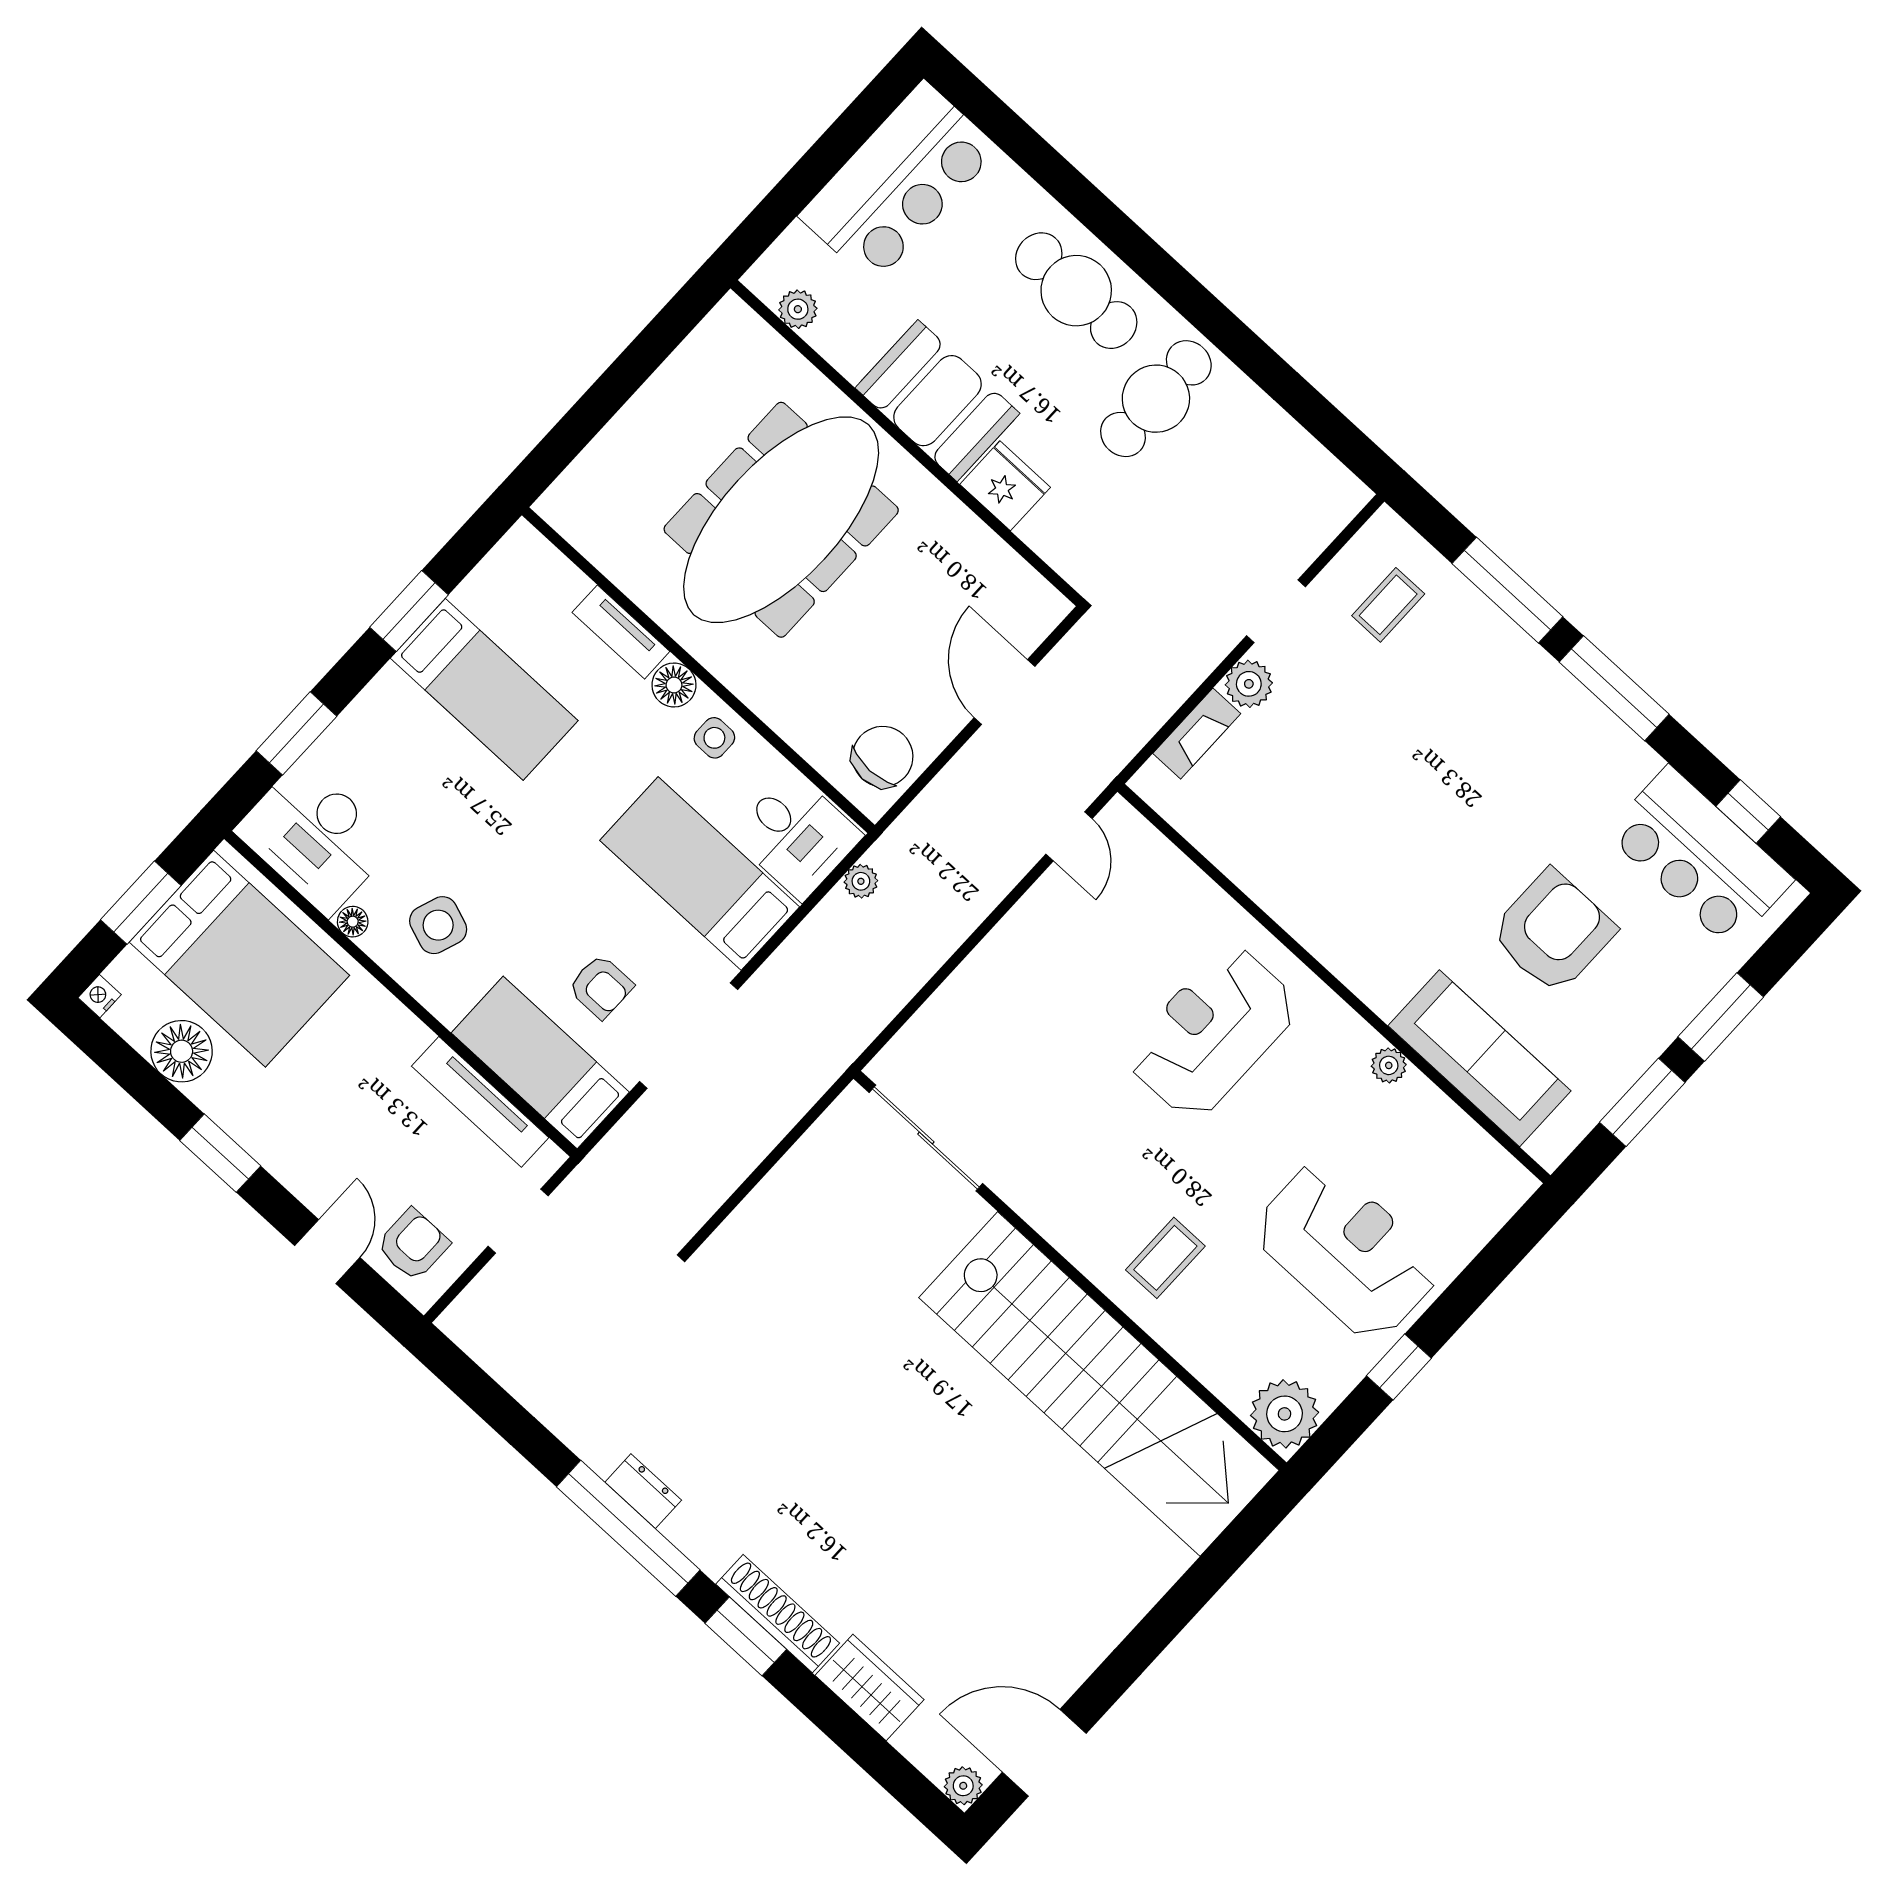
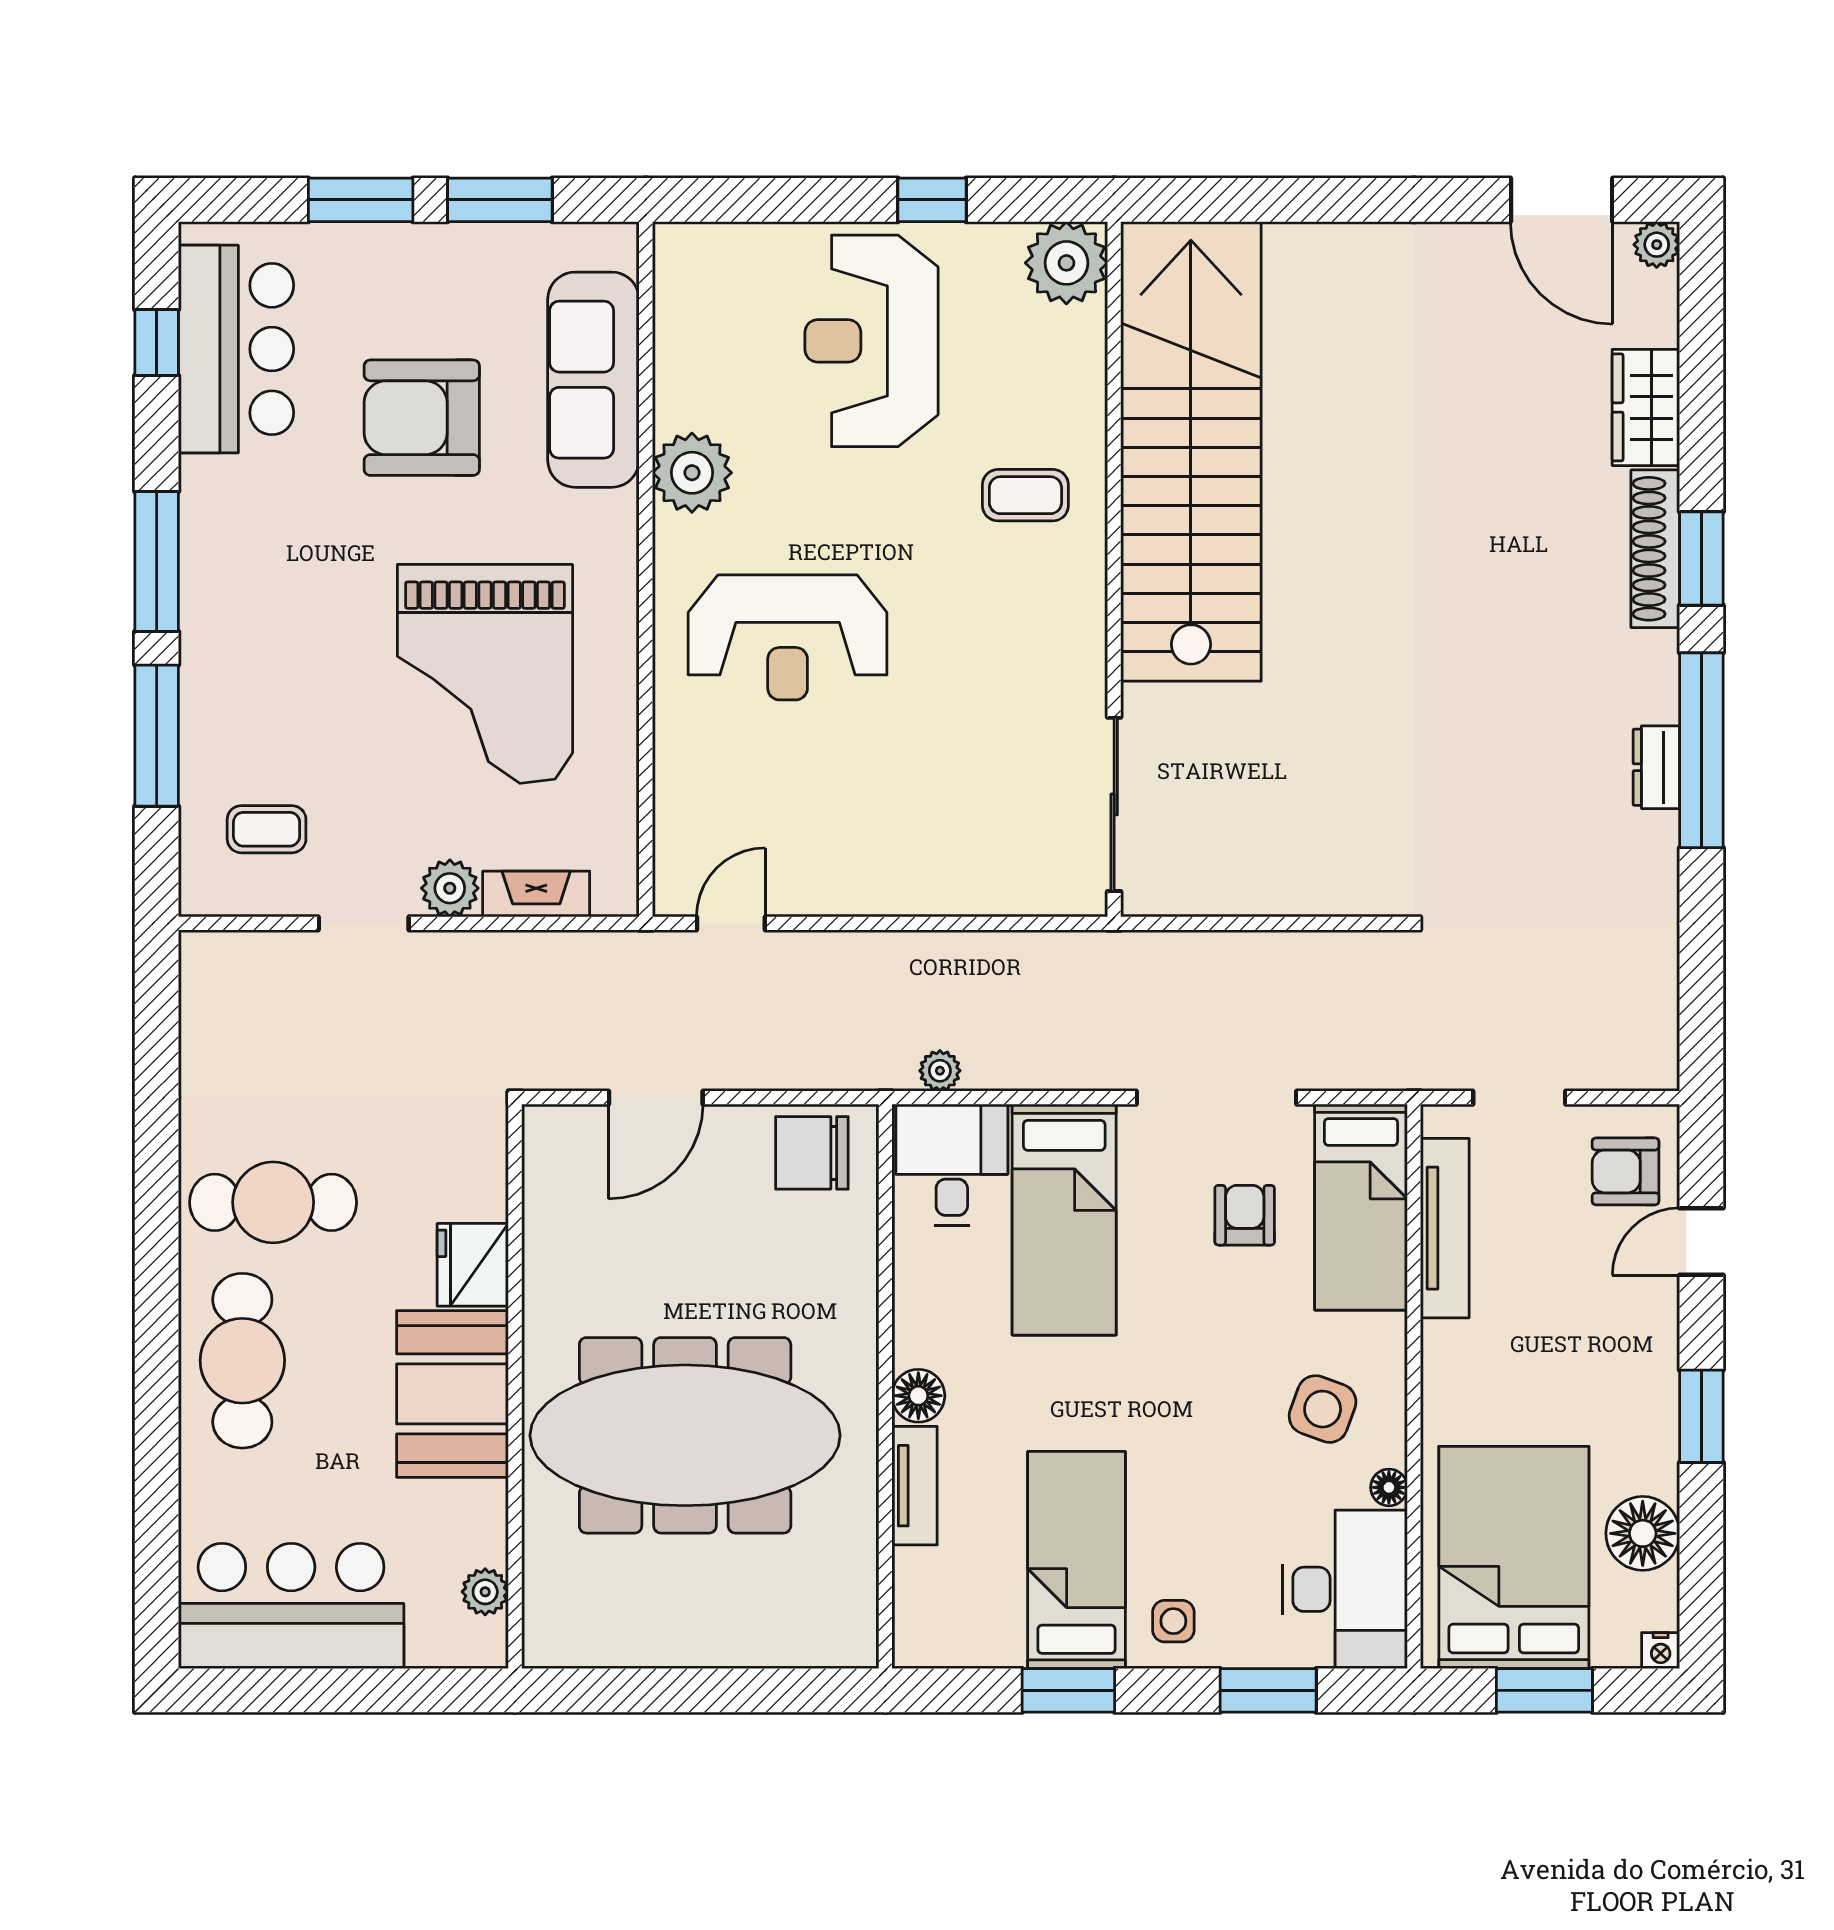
side table: (714, 738) -> (1173, 1621), moved
grand piano: (1360, 826) -> (485, 674), added
plant: (1389, 1065) -> (692, 473), width x1.87, depth x1.87

